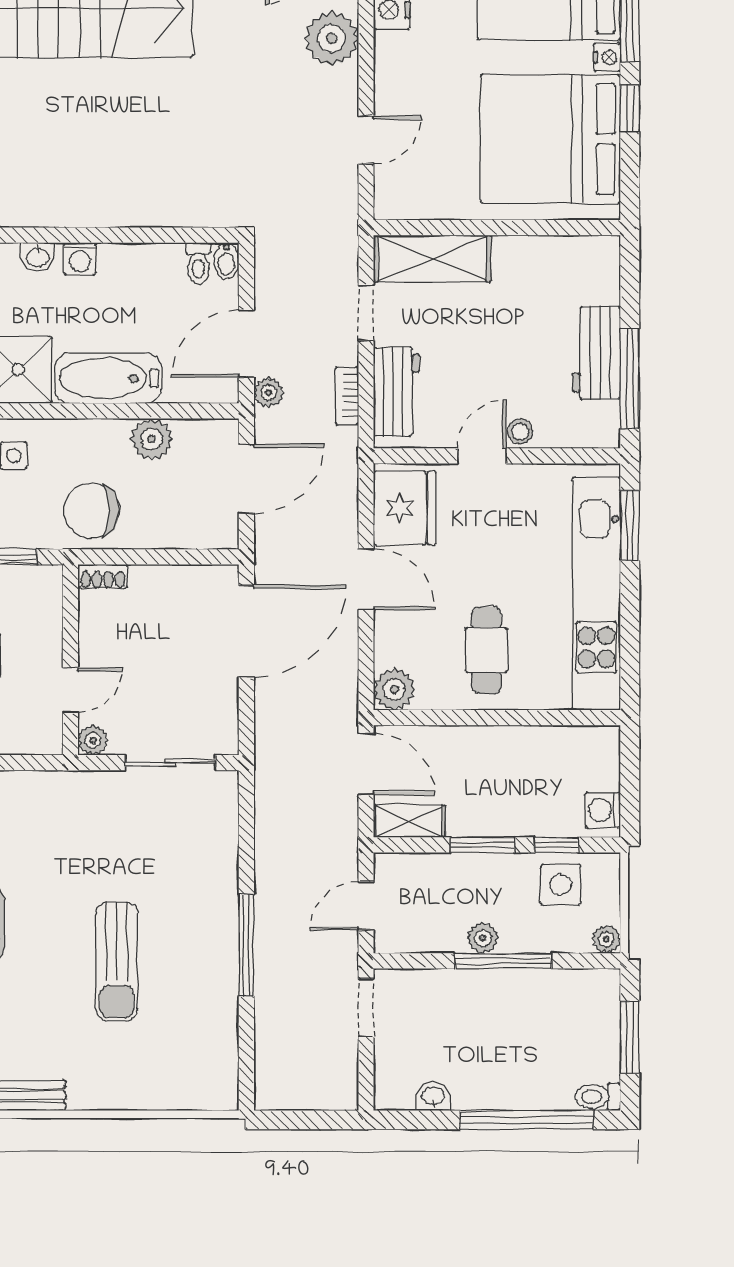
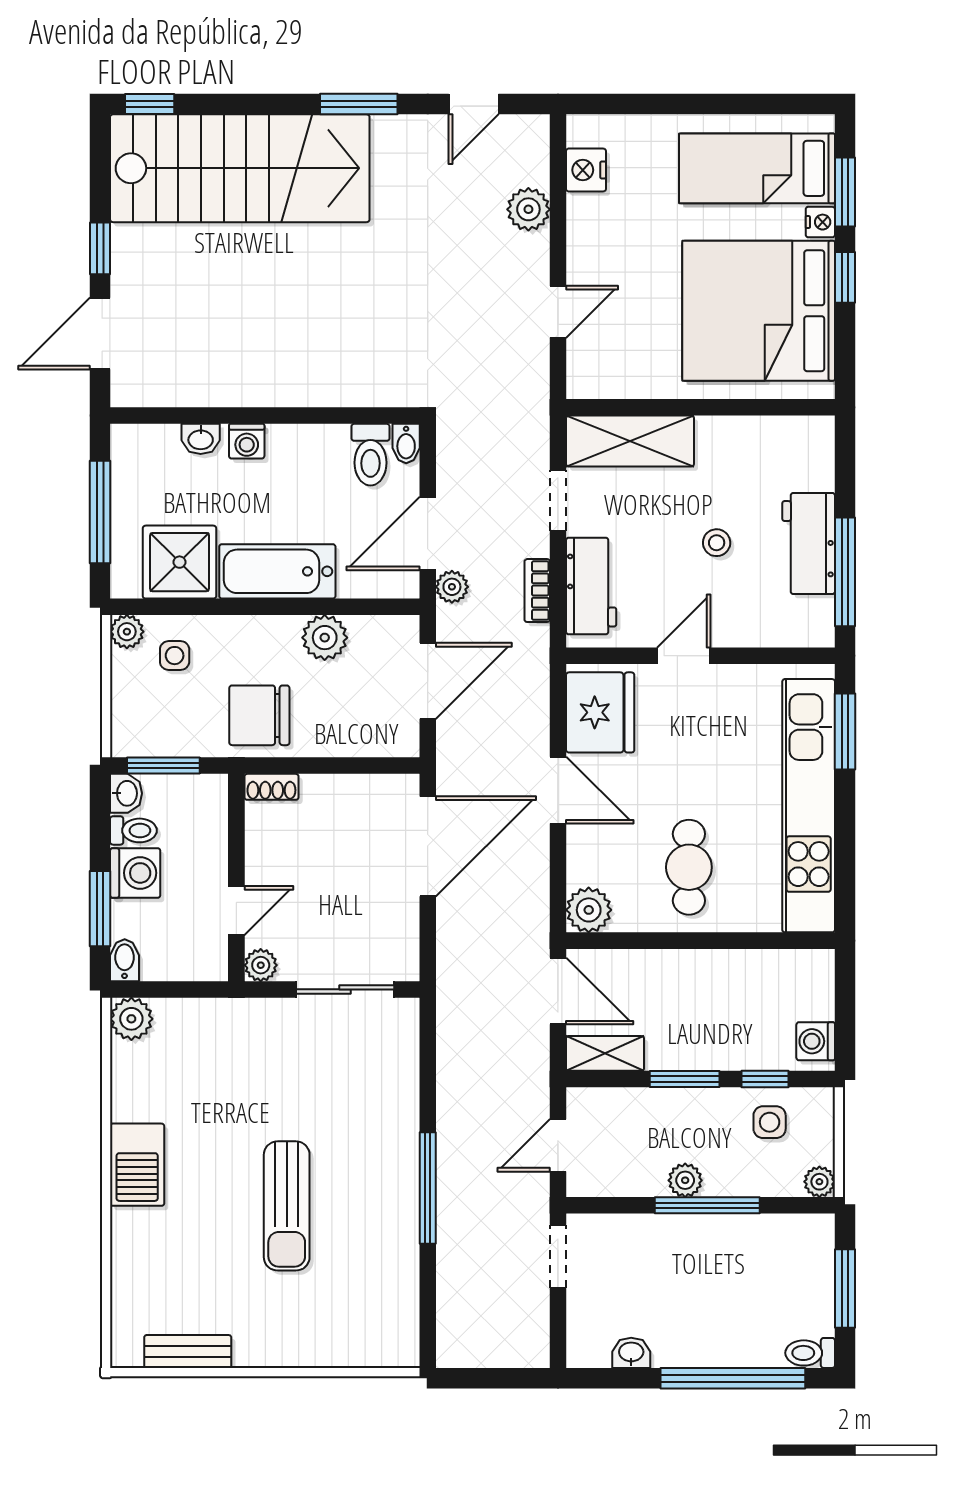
plant: (332, 38) -> (528, 209), width x0.73, depth x0.73
toilet: (198, 263) -> (370, 455), width x1.37, depth x1.39
stool: (520, 431) -> (717, 543), moved
side table: (560, 885) -> (770, 1122), width x0.73, depth x0.73

